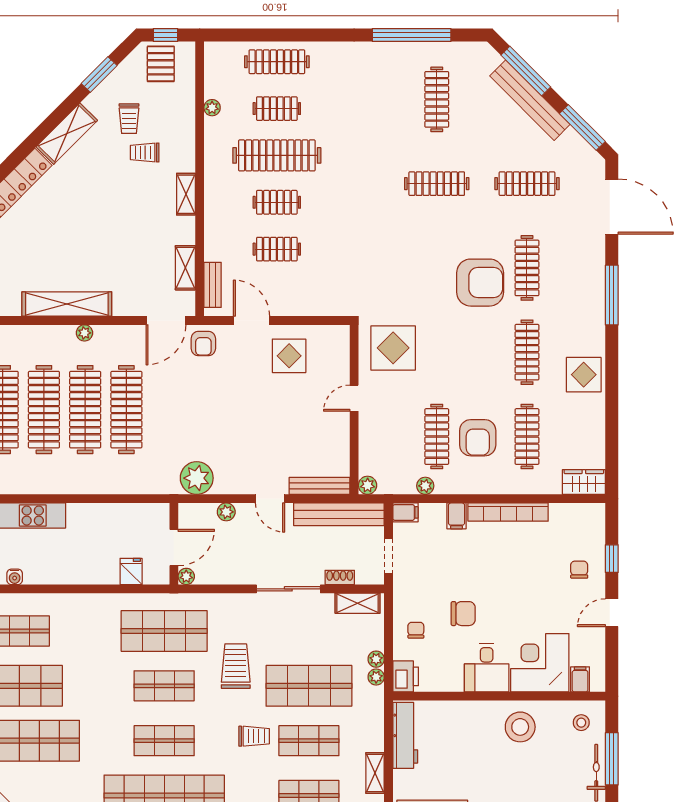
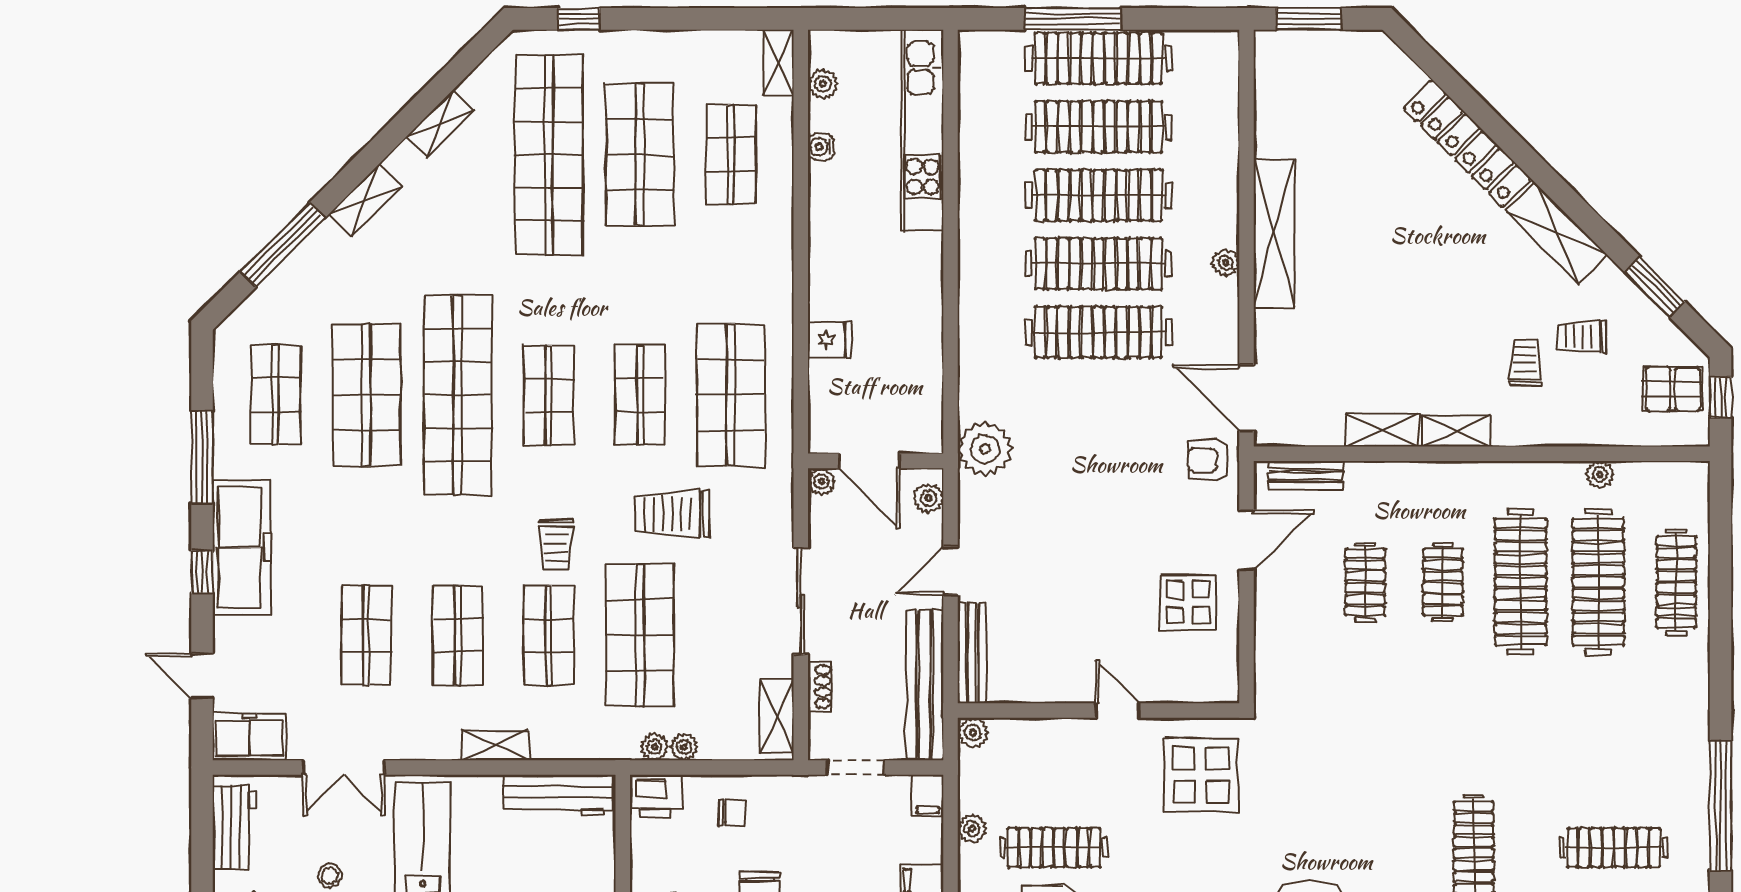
clothes rail: (277, 109) -> (1598, 582), width x1.86, depth x1.31
shelving: (185, 268) -> (1382, 430), moved
wall: (174, 544) -> (876, 461), moved
door: (174, 548) -> (869, 461), moved
plant: (186, 576) -> (821, 482), moved
trolley: (236, 666) -> (673, 514), turned 180

